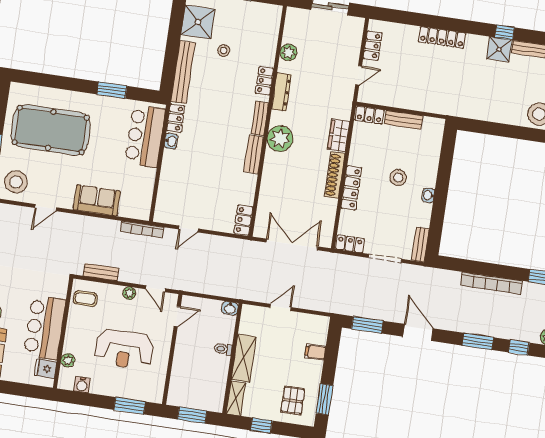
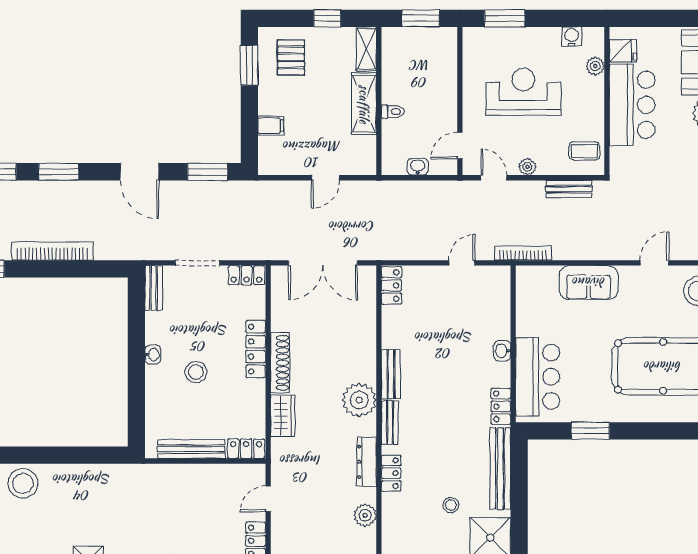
bench: (403, 120) -> (191, 449), width x1.36
washbasin: (171, 141) -> (502, 351), moved
washbasin: (230, 308) -> (418, 167), moved

